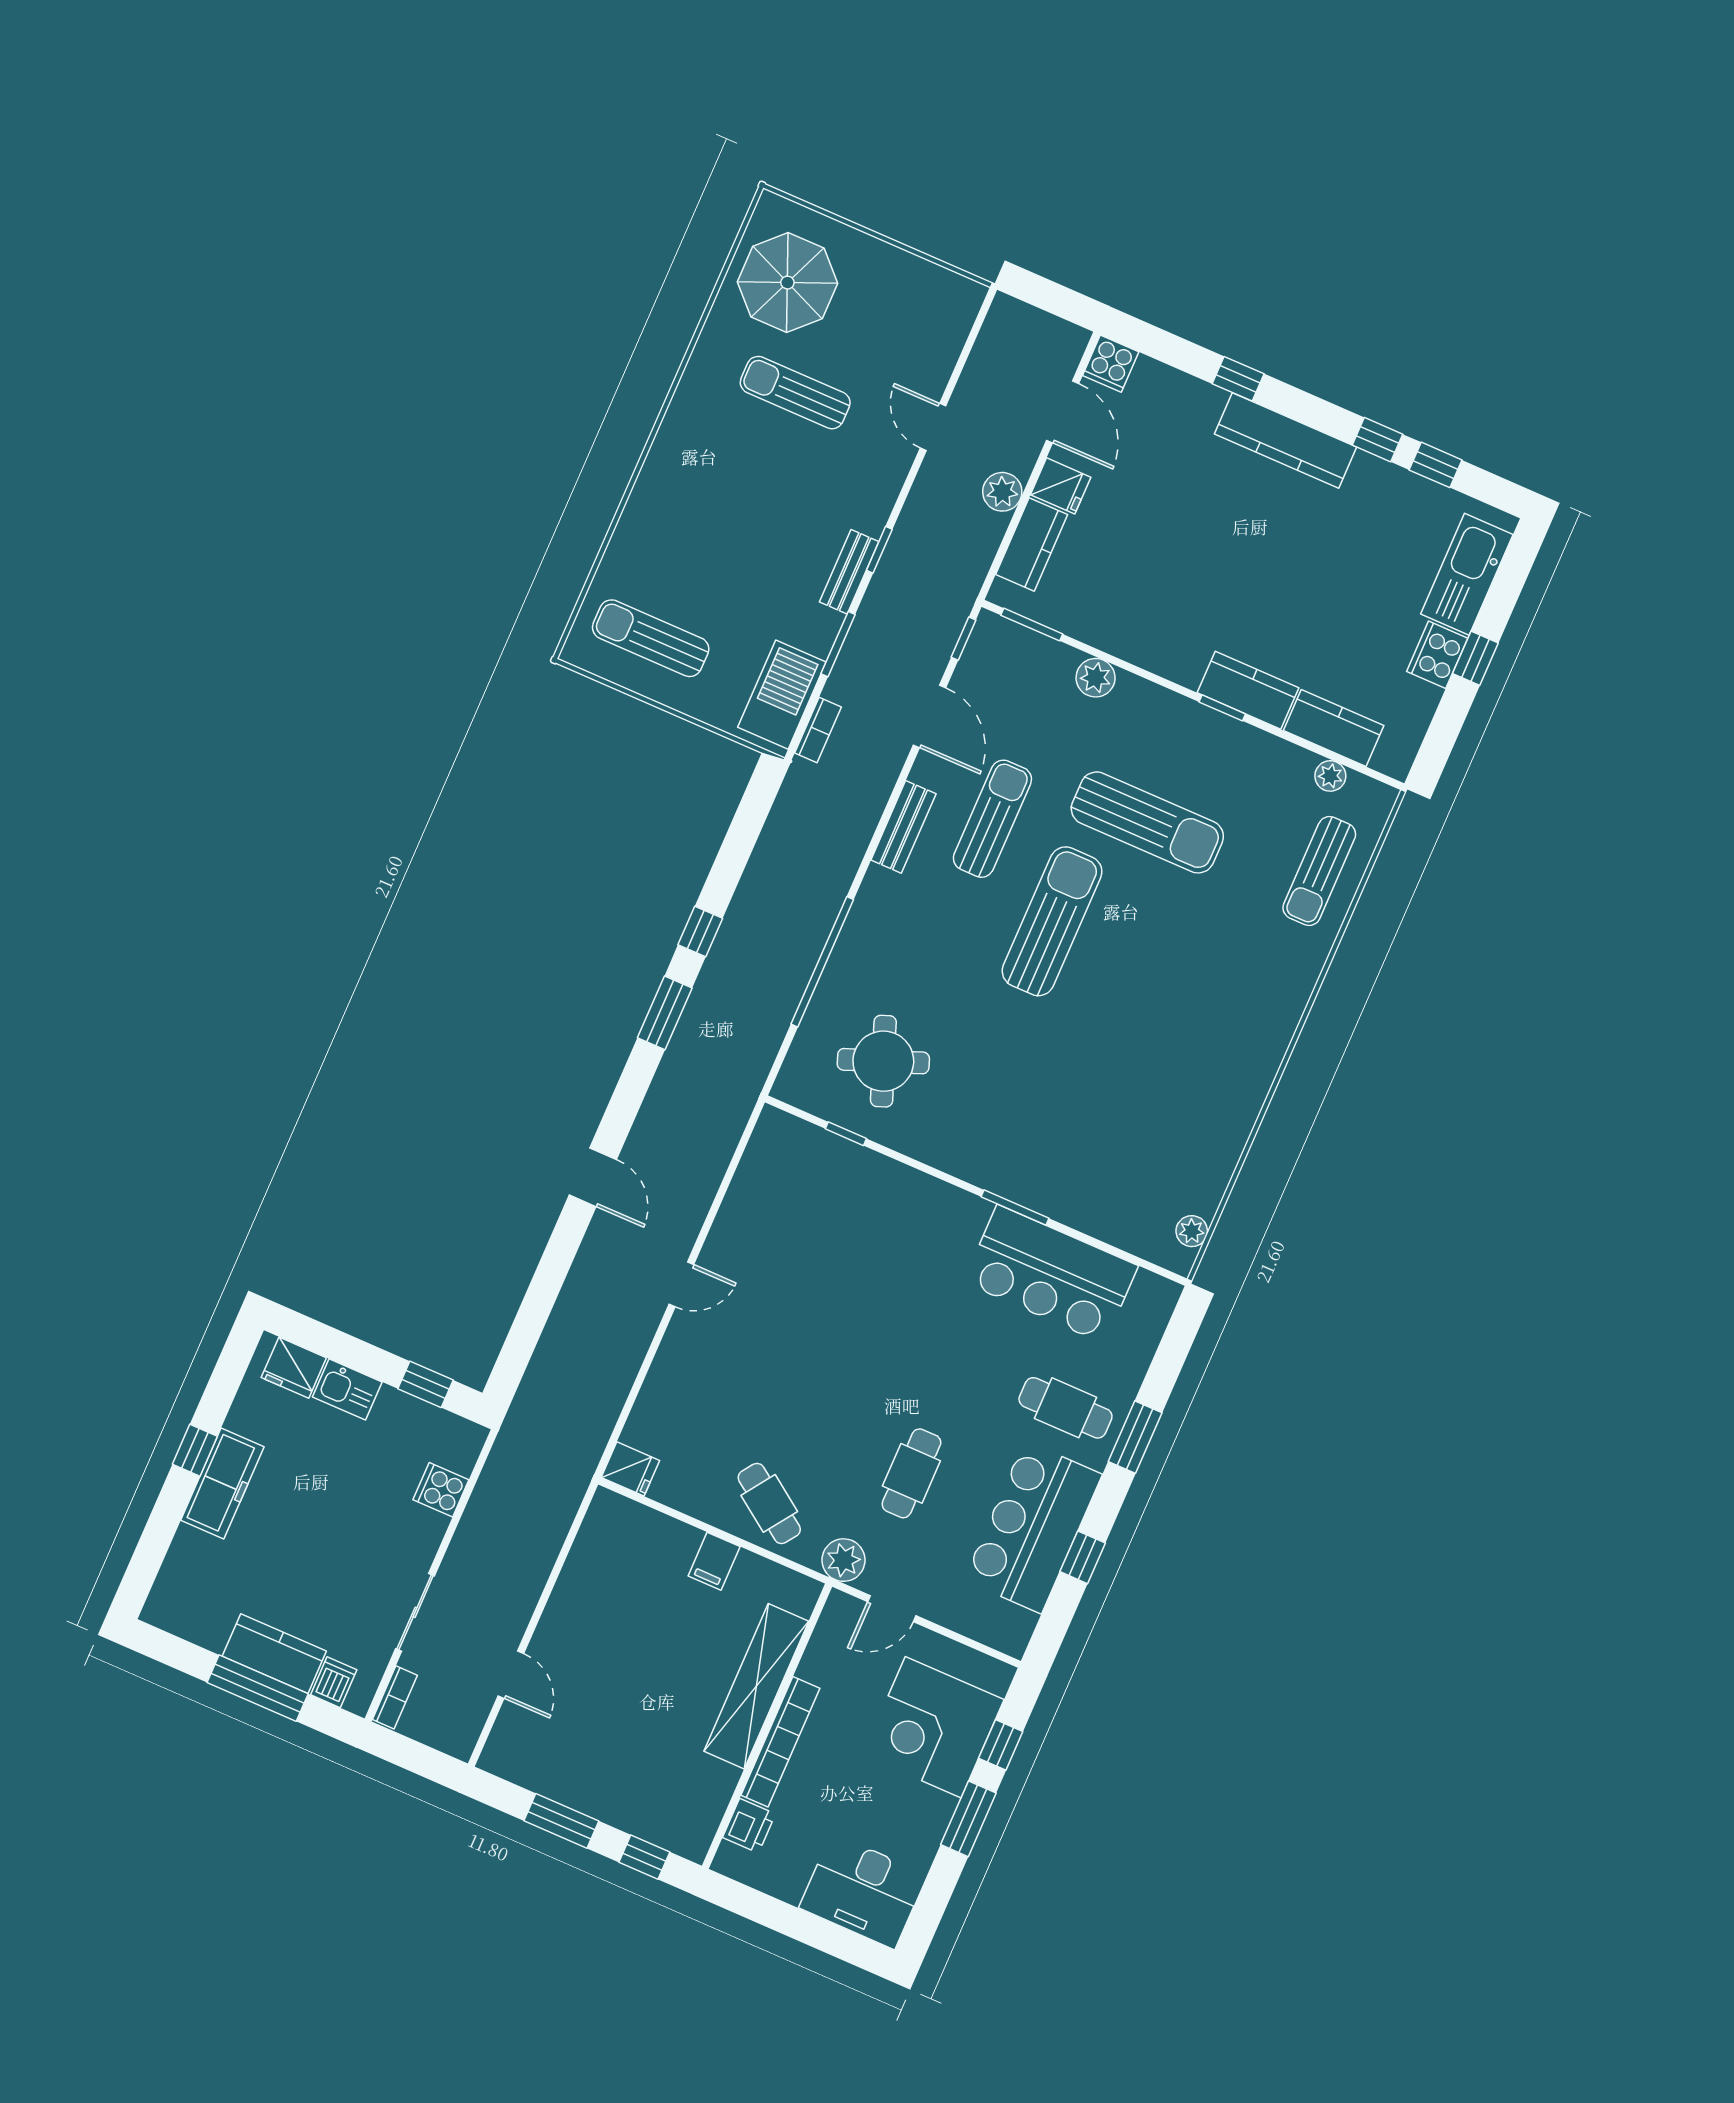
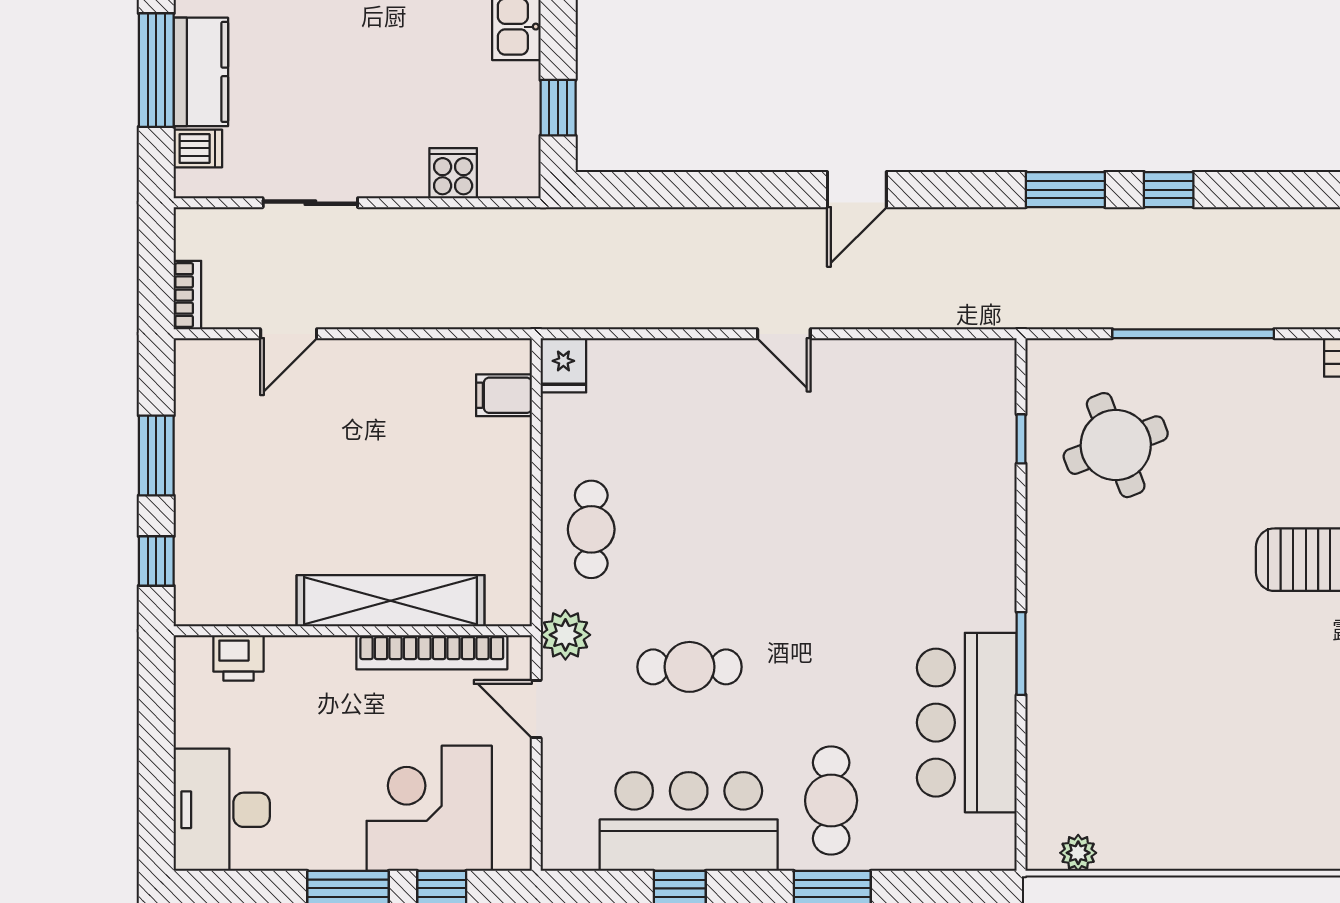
cafe table: (769, 1503) -> (591, 529), turned -35
filing cabinet: (714, 1561) -> (504, 395), moved
bookcase: (395, 1697) -> (187, 295), moved, turned -90
bookcase: (780, 1742) -> (432, 652), moved

